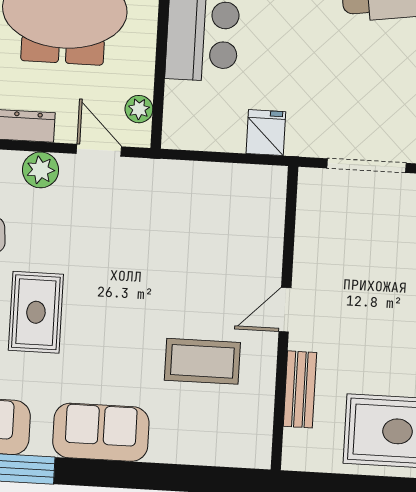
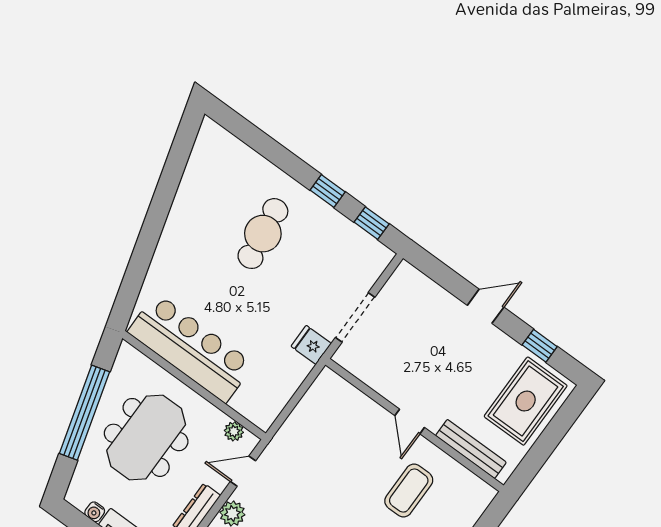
fridge: (266, 133) -> (311, 345), moved
bench: (300, 389) -> (471, 449), width x1.36

